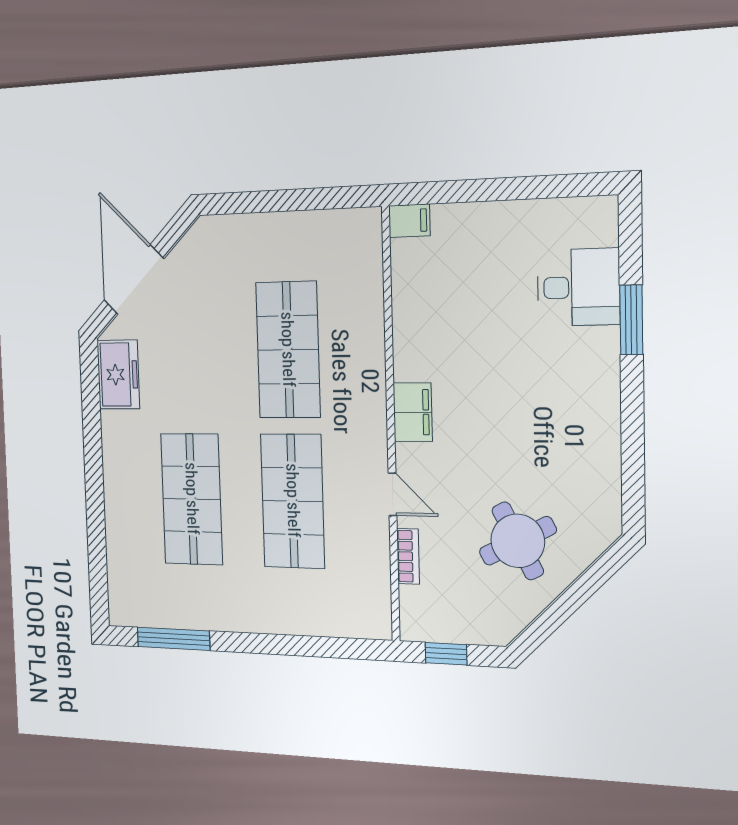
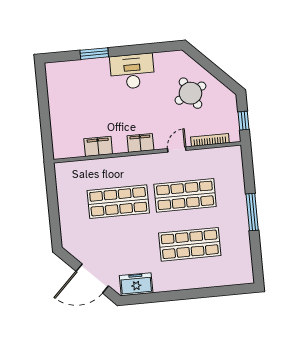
filing cabinet: (409, 221) -> (98, 146), moved, width x2.00
desk: (578, 287) -> (132, 71), moved, width x1.37
bookcase: (408, 556) -> (210, 140), width x1.56
window: (173, 639) -> (252, 212), moved

